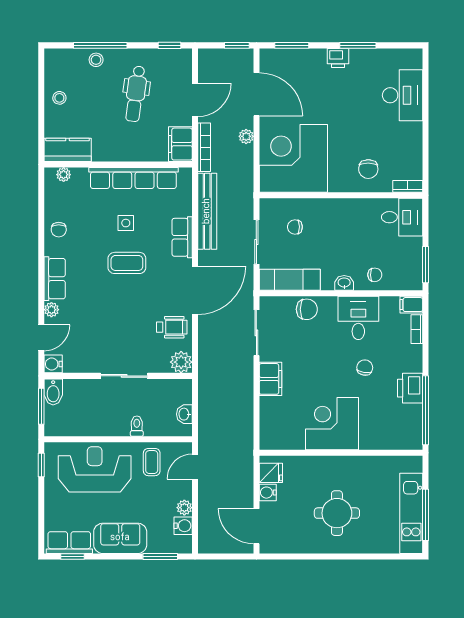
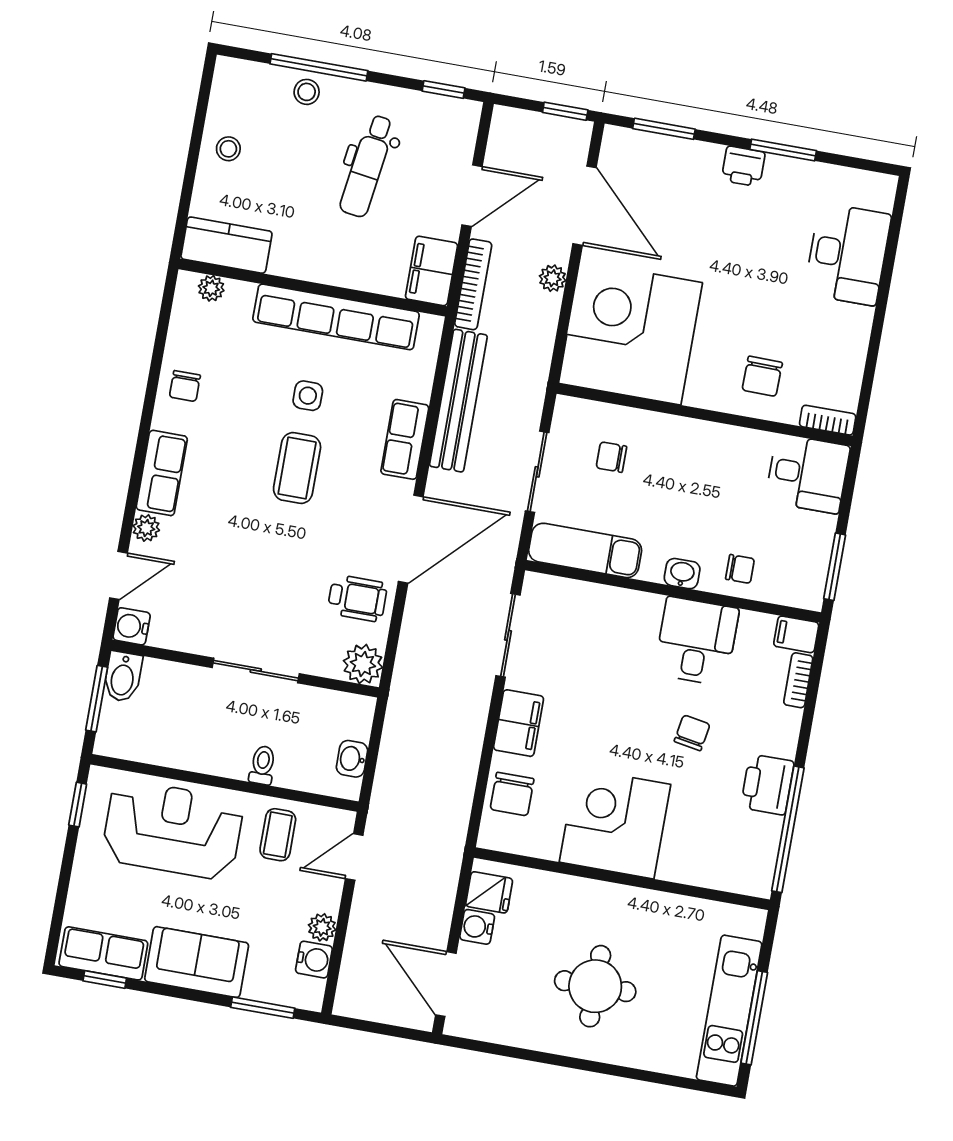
coffee table: (127, 263) -> (297, 468), turned 90
chair: (307, 309) -> (512, 794), moved, turned 90

